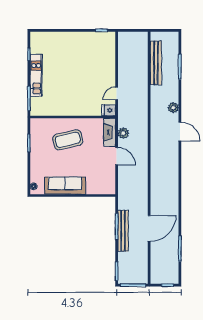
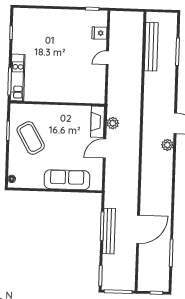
kitchen unit: (36, 75) -> (18, 78), moved
door: (117, 94) -> (107, 58), moved
plant: (173, 108) -> (167, 145), moved
fridge: (109, 110) -> (99, 33), moved
coffee table: (68, 140) -> (31, 138), moved, turned 73
door: (117, 156) -> (105, 148), swing flipped
sofa: (65, 186) -> (67, 180), moved

